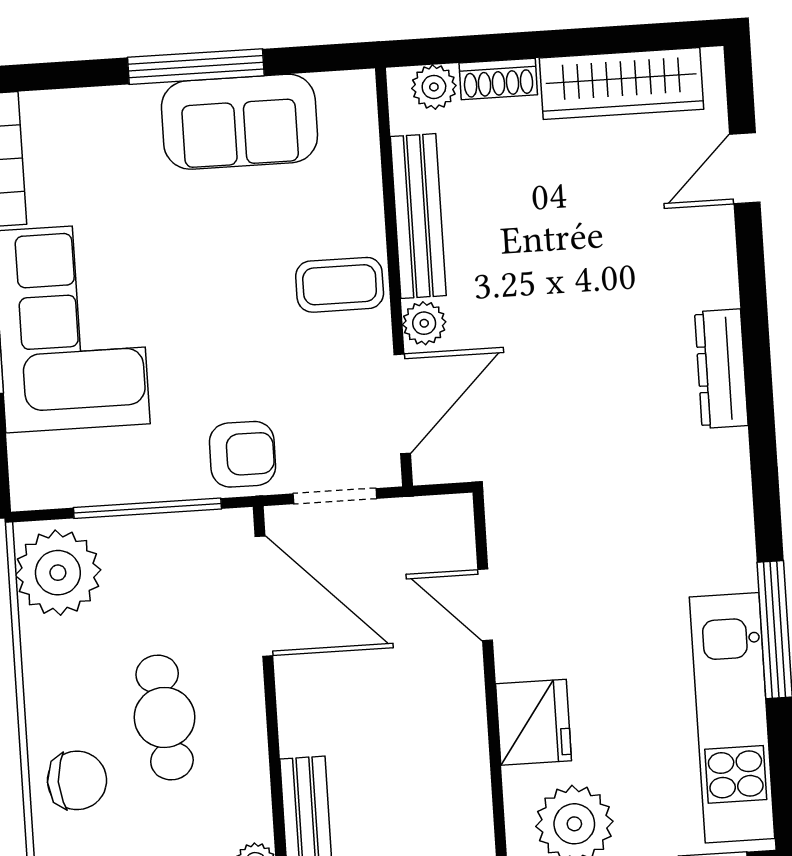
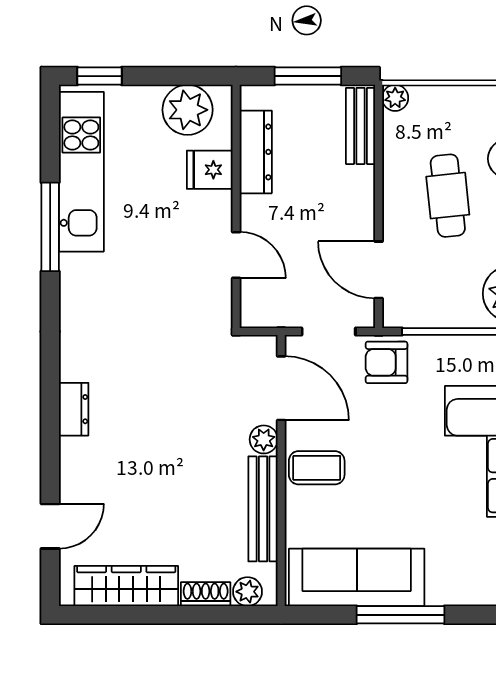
sofa: (239, 122) -> (357, 577), width x1.36
dresser: (721, 369) -> (74, 409), width x0.70
door: (402, 404) -> (281, 388), swing flipped
door: (264, 596) -> (379, 270), width x0.73
fridge: (534, 722) -> (210, 170), width x0.72
dresser: (465, 766) -> (256, 152), added

